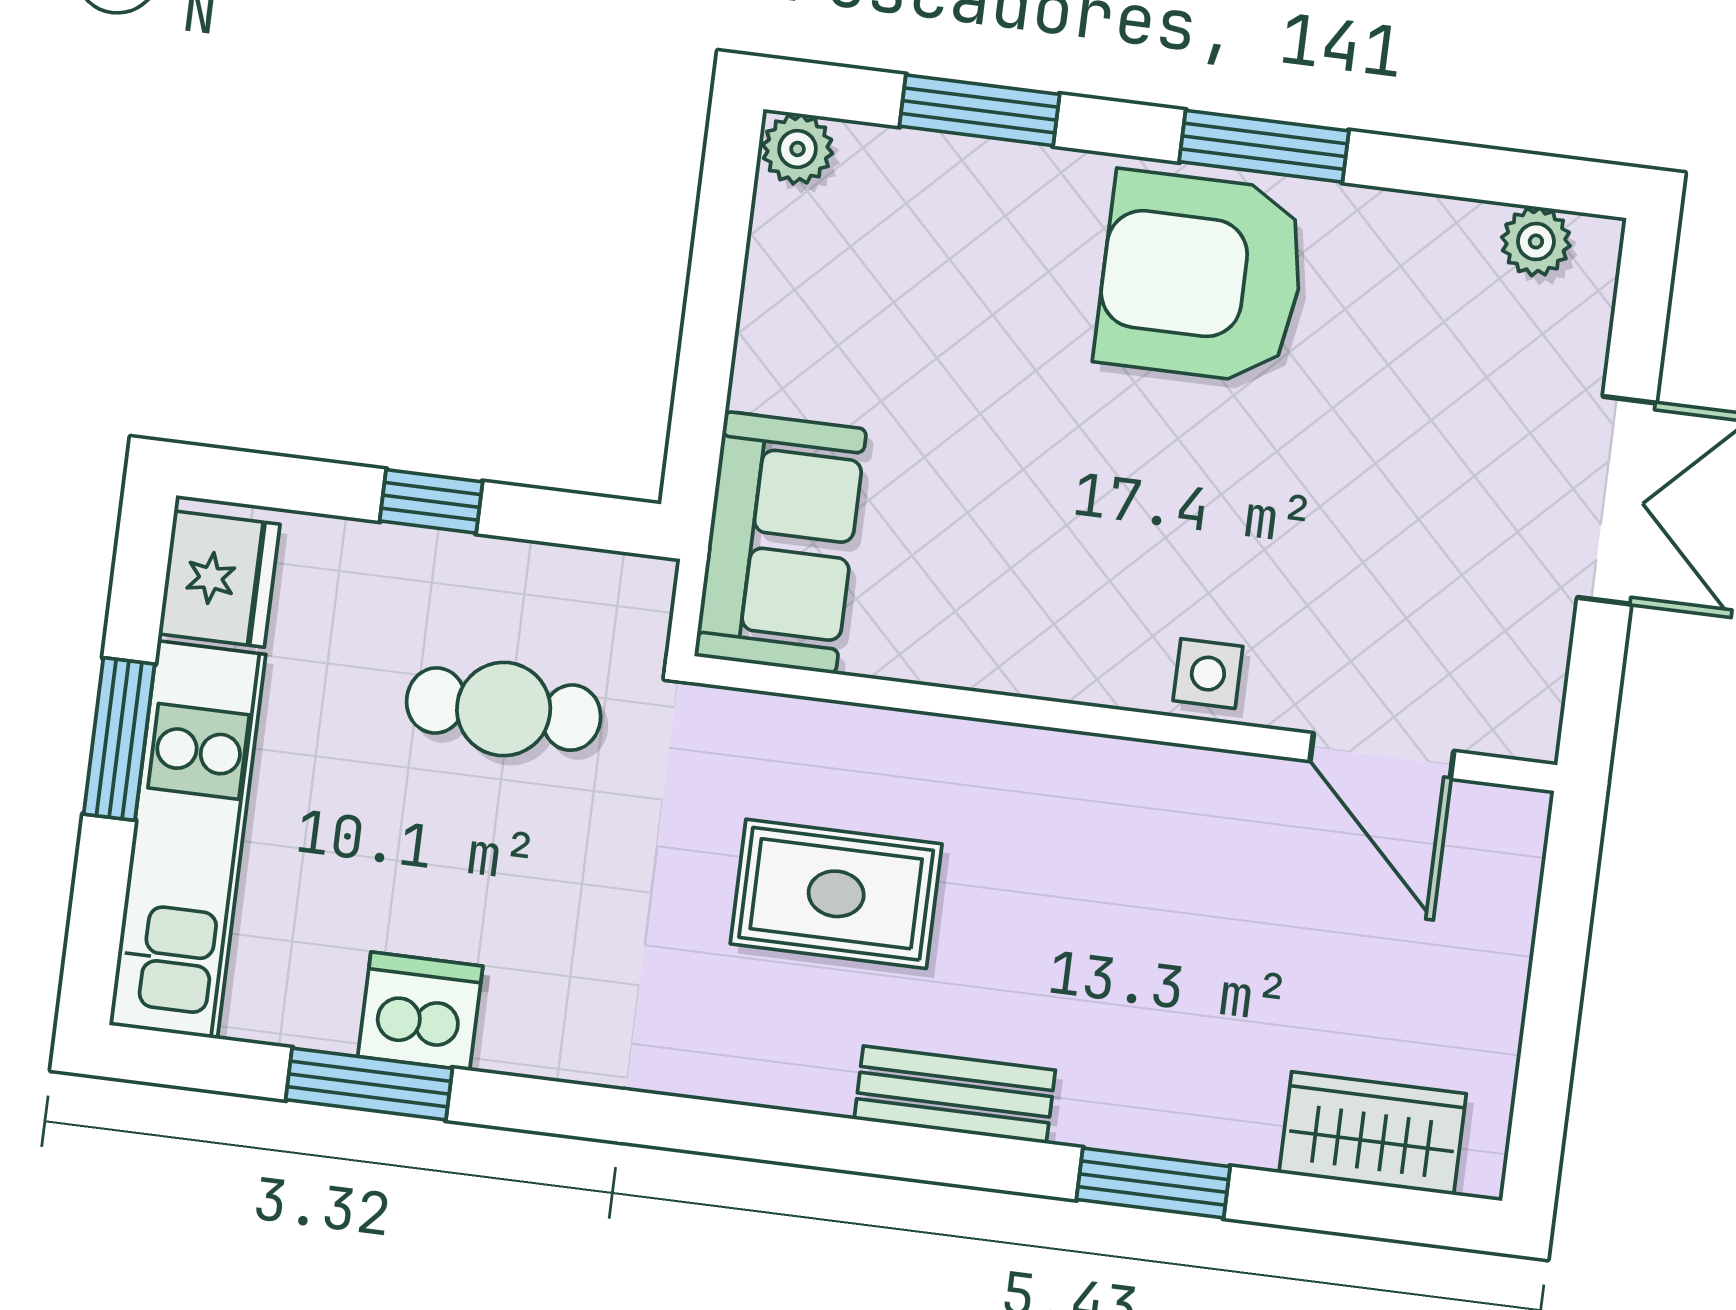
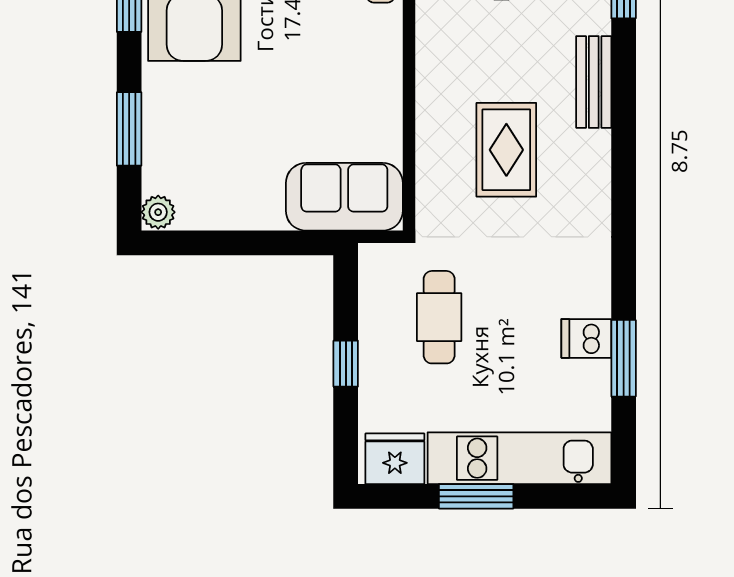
dishwasher: (420, 1011) -> (586, 338), width x0.73

